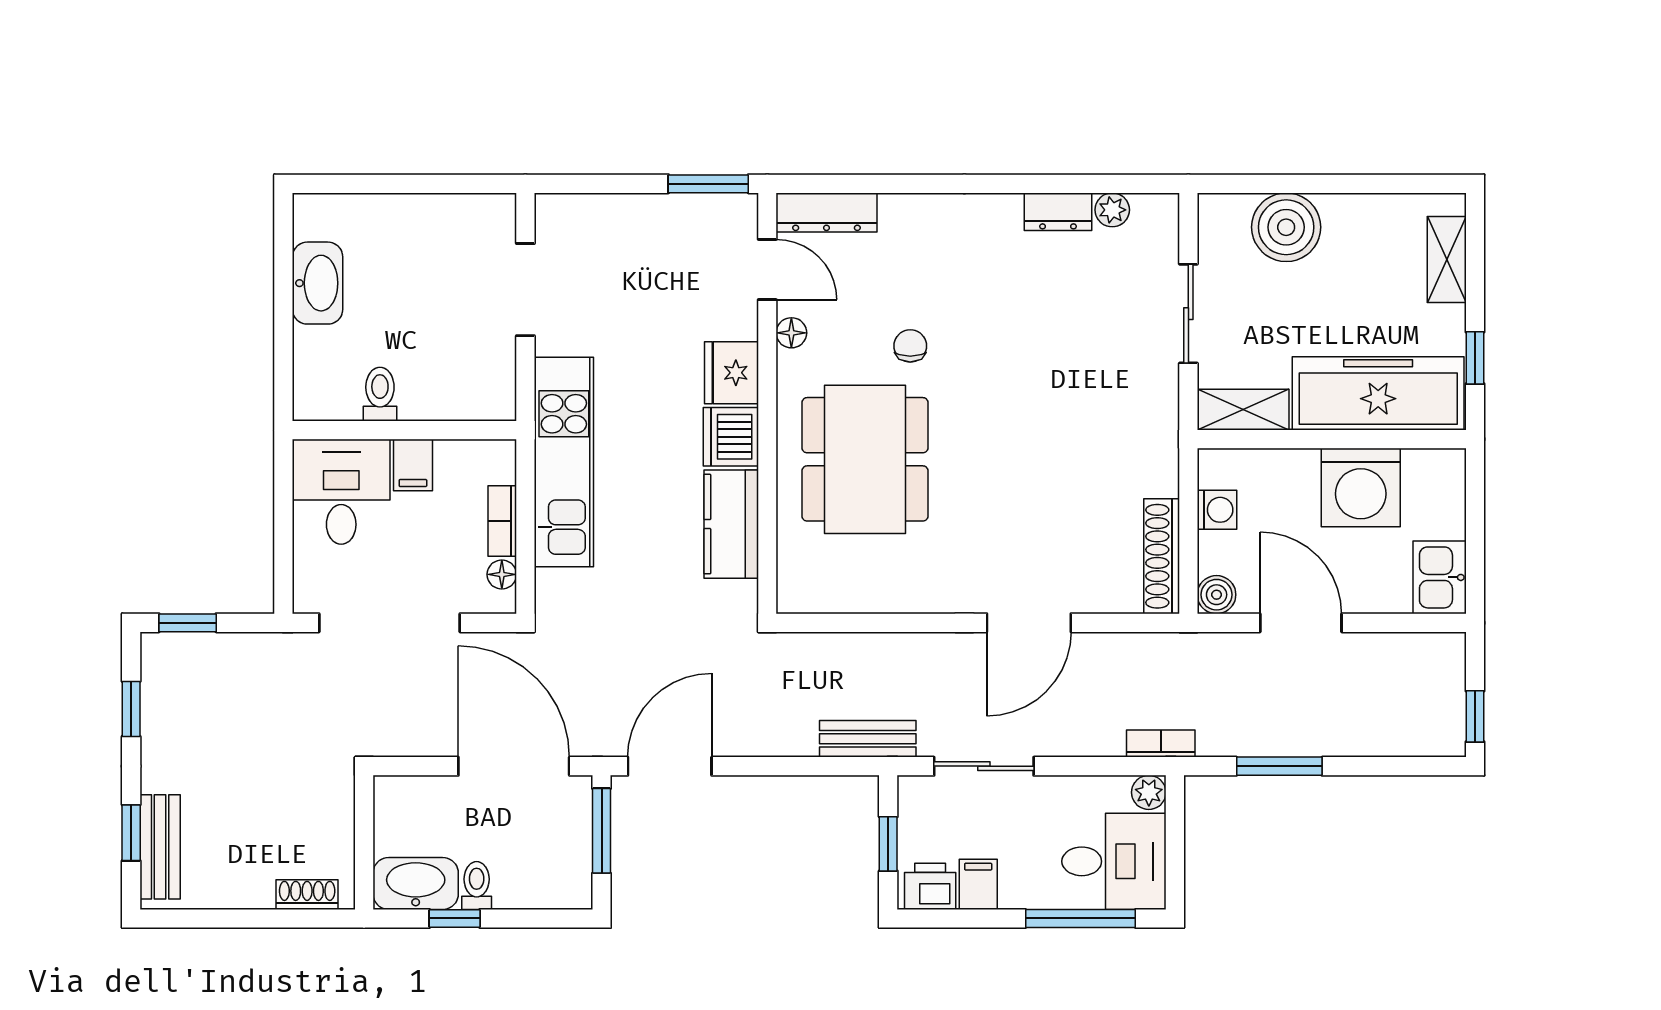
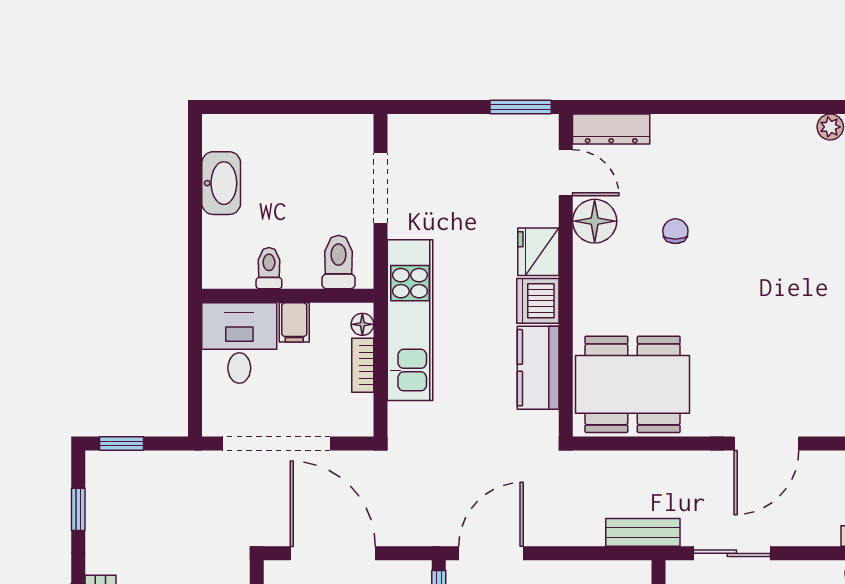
dresser: (1058, 212) -> (789, 128), removed
floor lamp: (791, 333) -> (595, 221), width x1.89, depth x1.89
toilet: (471, 386) -> (339, 262), added
dining table: (865, 459) -> (633, 384), moved, turned 90
floor lamp: (502, 574) -> (362, 324), moved
door: (514, 766) -> (333, 553), moved

